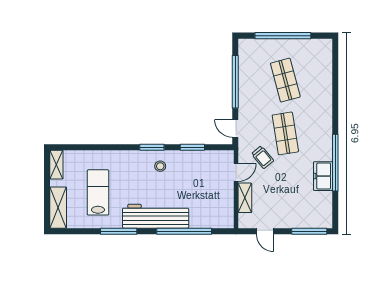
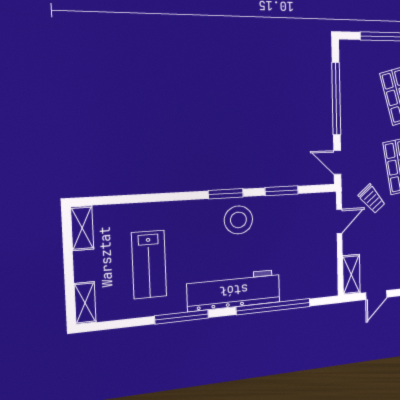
stool: (160, 166) -> (238, 220), width x1.89, depth x1.89
lab bench: (98, 192) -> (149, 264), turned 180
shelving: (245, 198) -> (351, 275), moved
shelving: (58, 208) -> (85, 303), width x0.67, depth x0.75
door: (265, 231) -> (376, 295), hinge flipped

